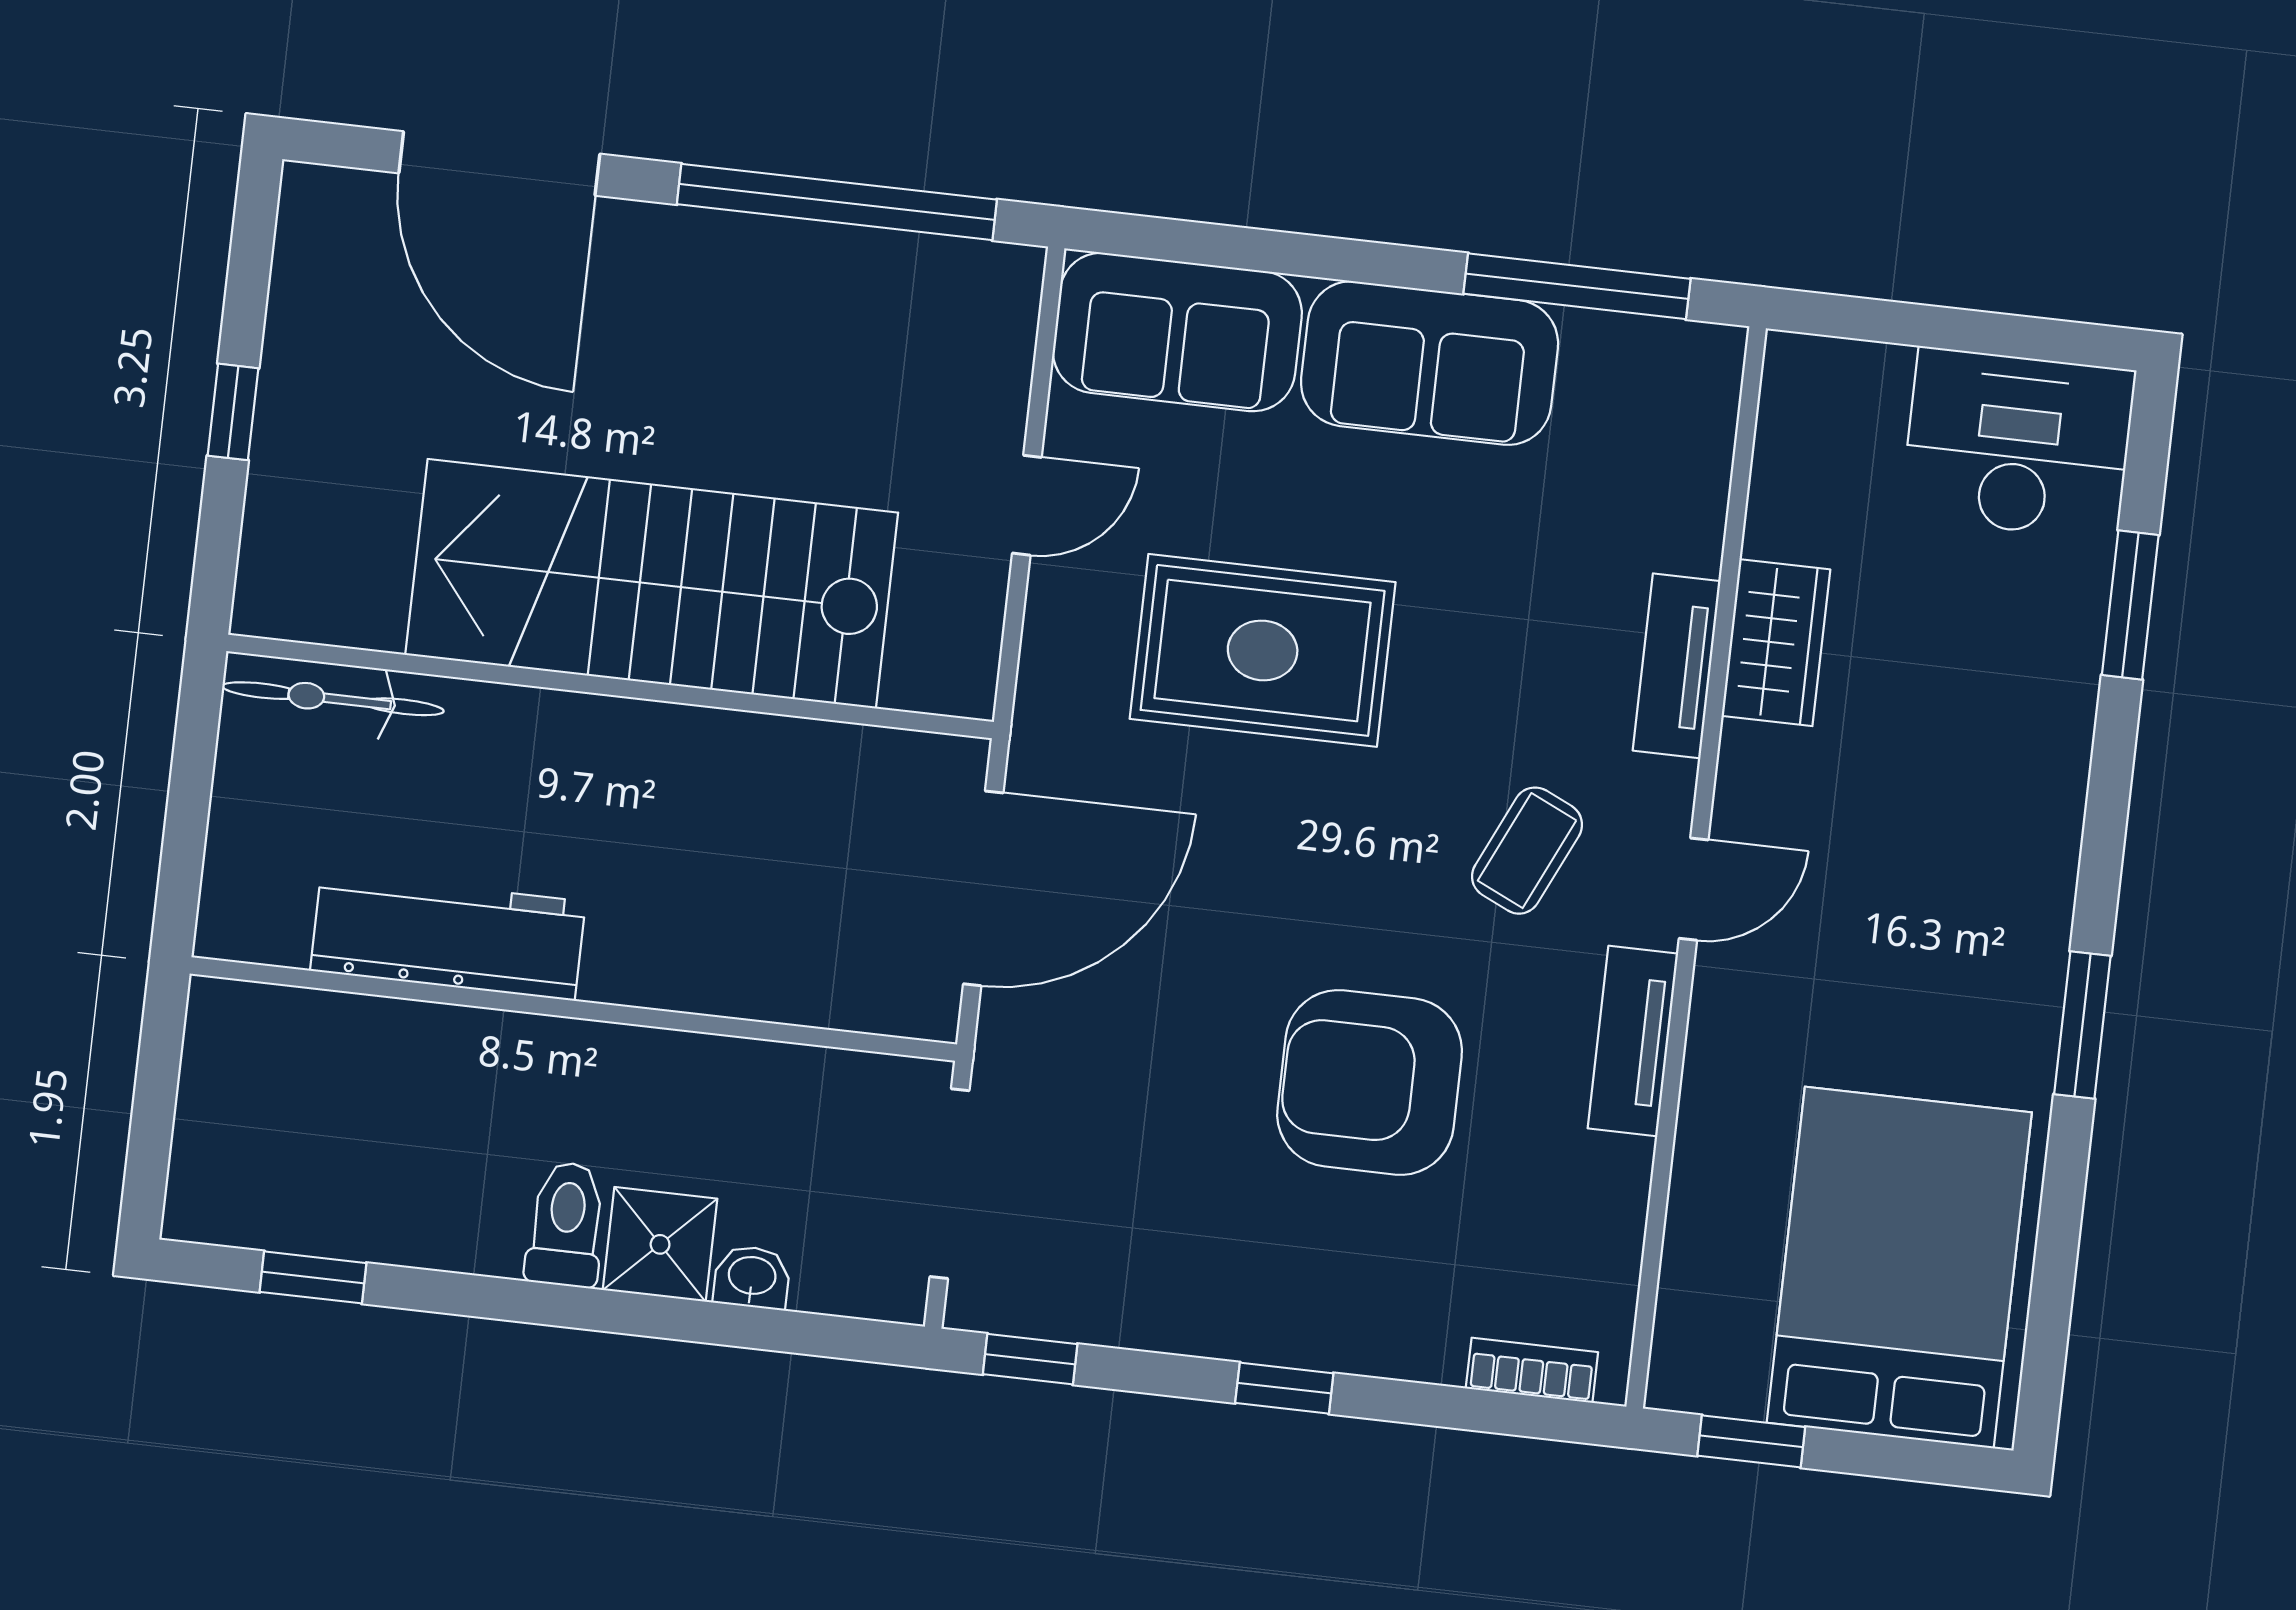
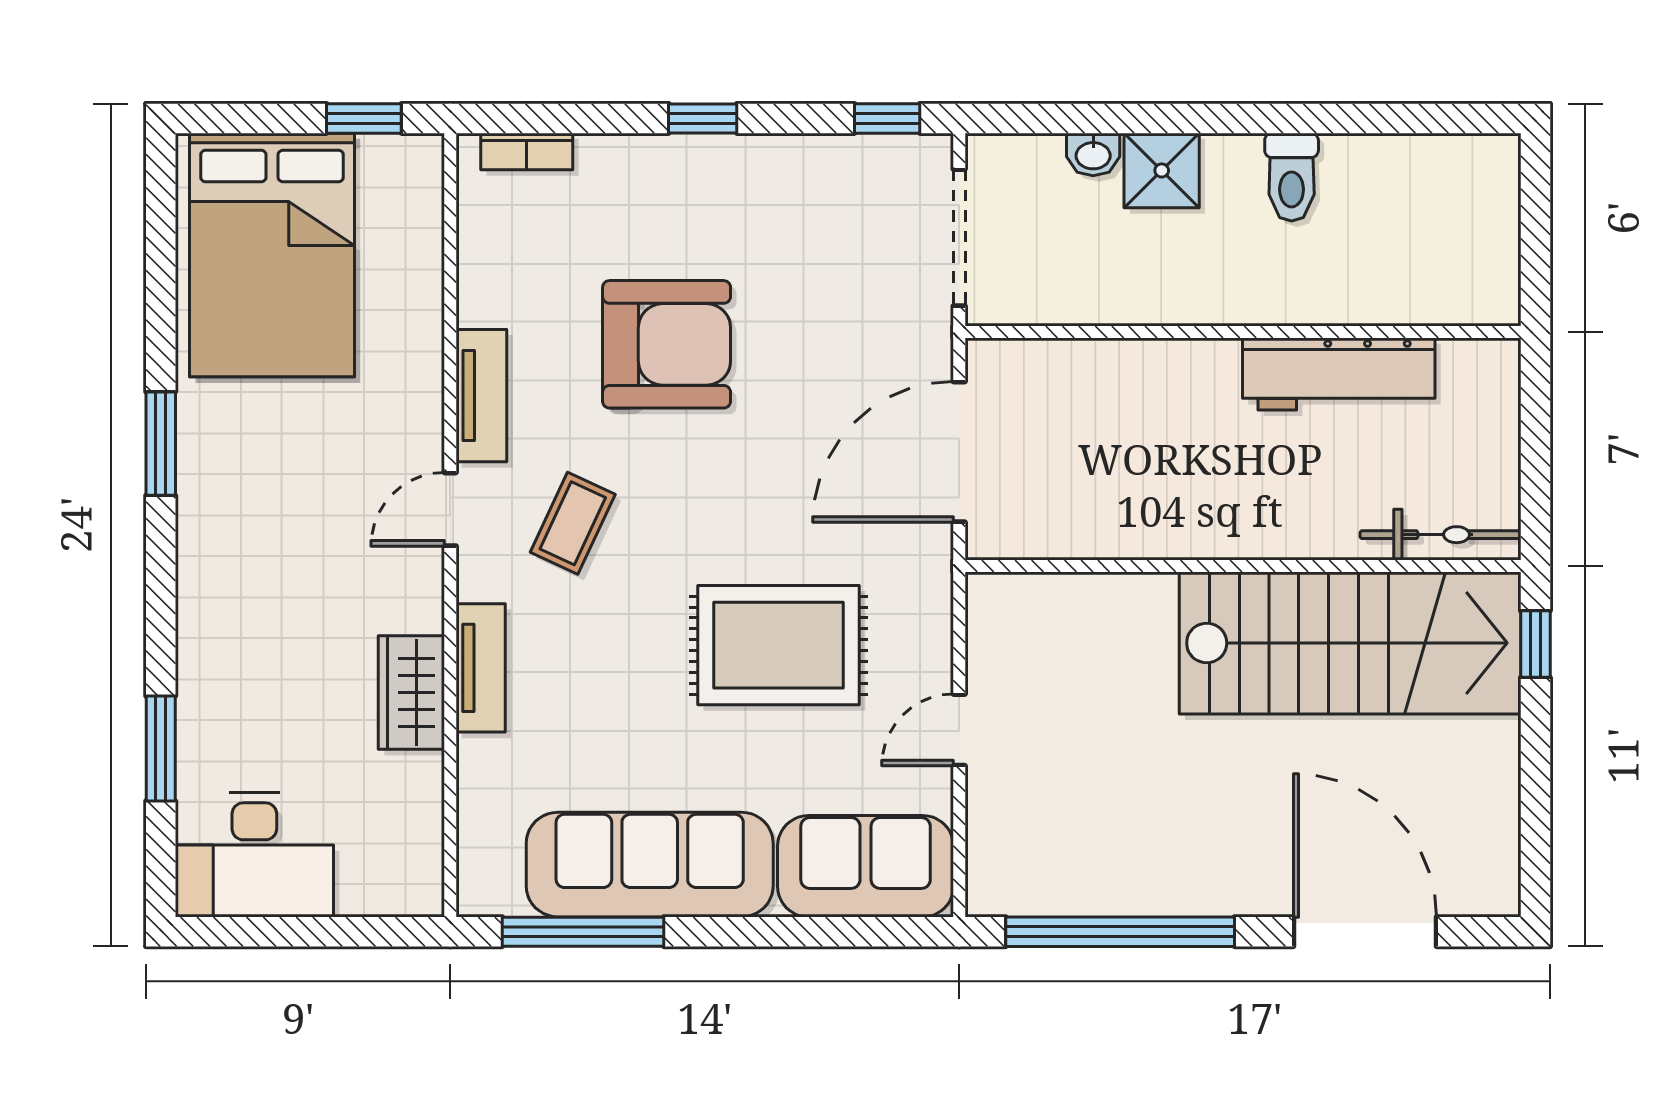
sofa: (1430, 363) -> (650, 865), width x1.36
window: (233, 412) -> (1535, 644), moved
stairs: (652, 584) -> (1350, 643), moved
toilet: (566, 1224) -> (1292, 177), moved
window: (313, 1277) -> (1408, 118), removed

